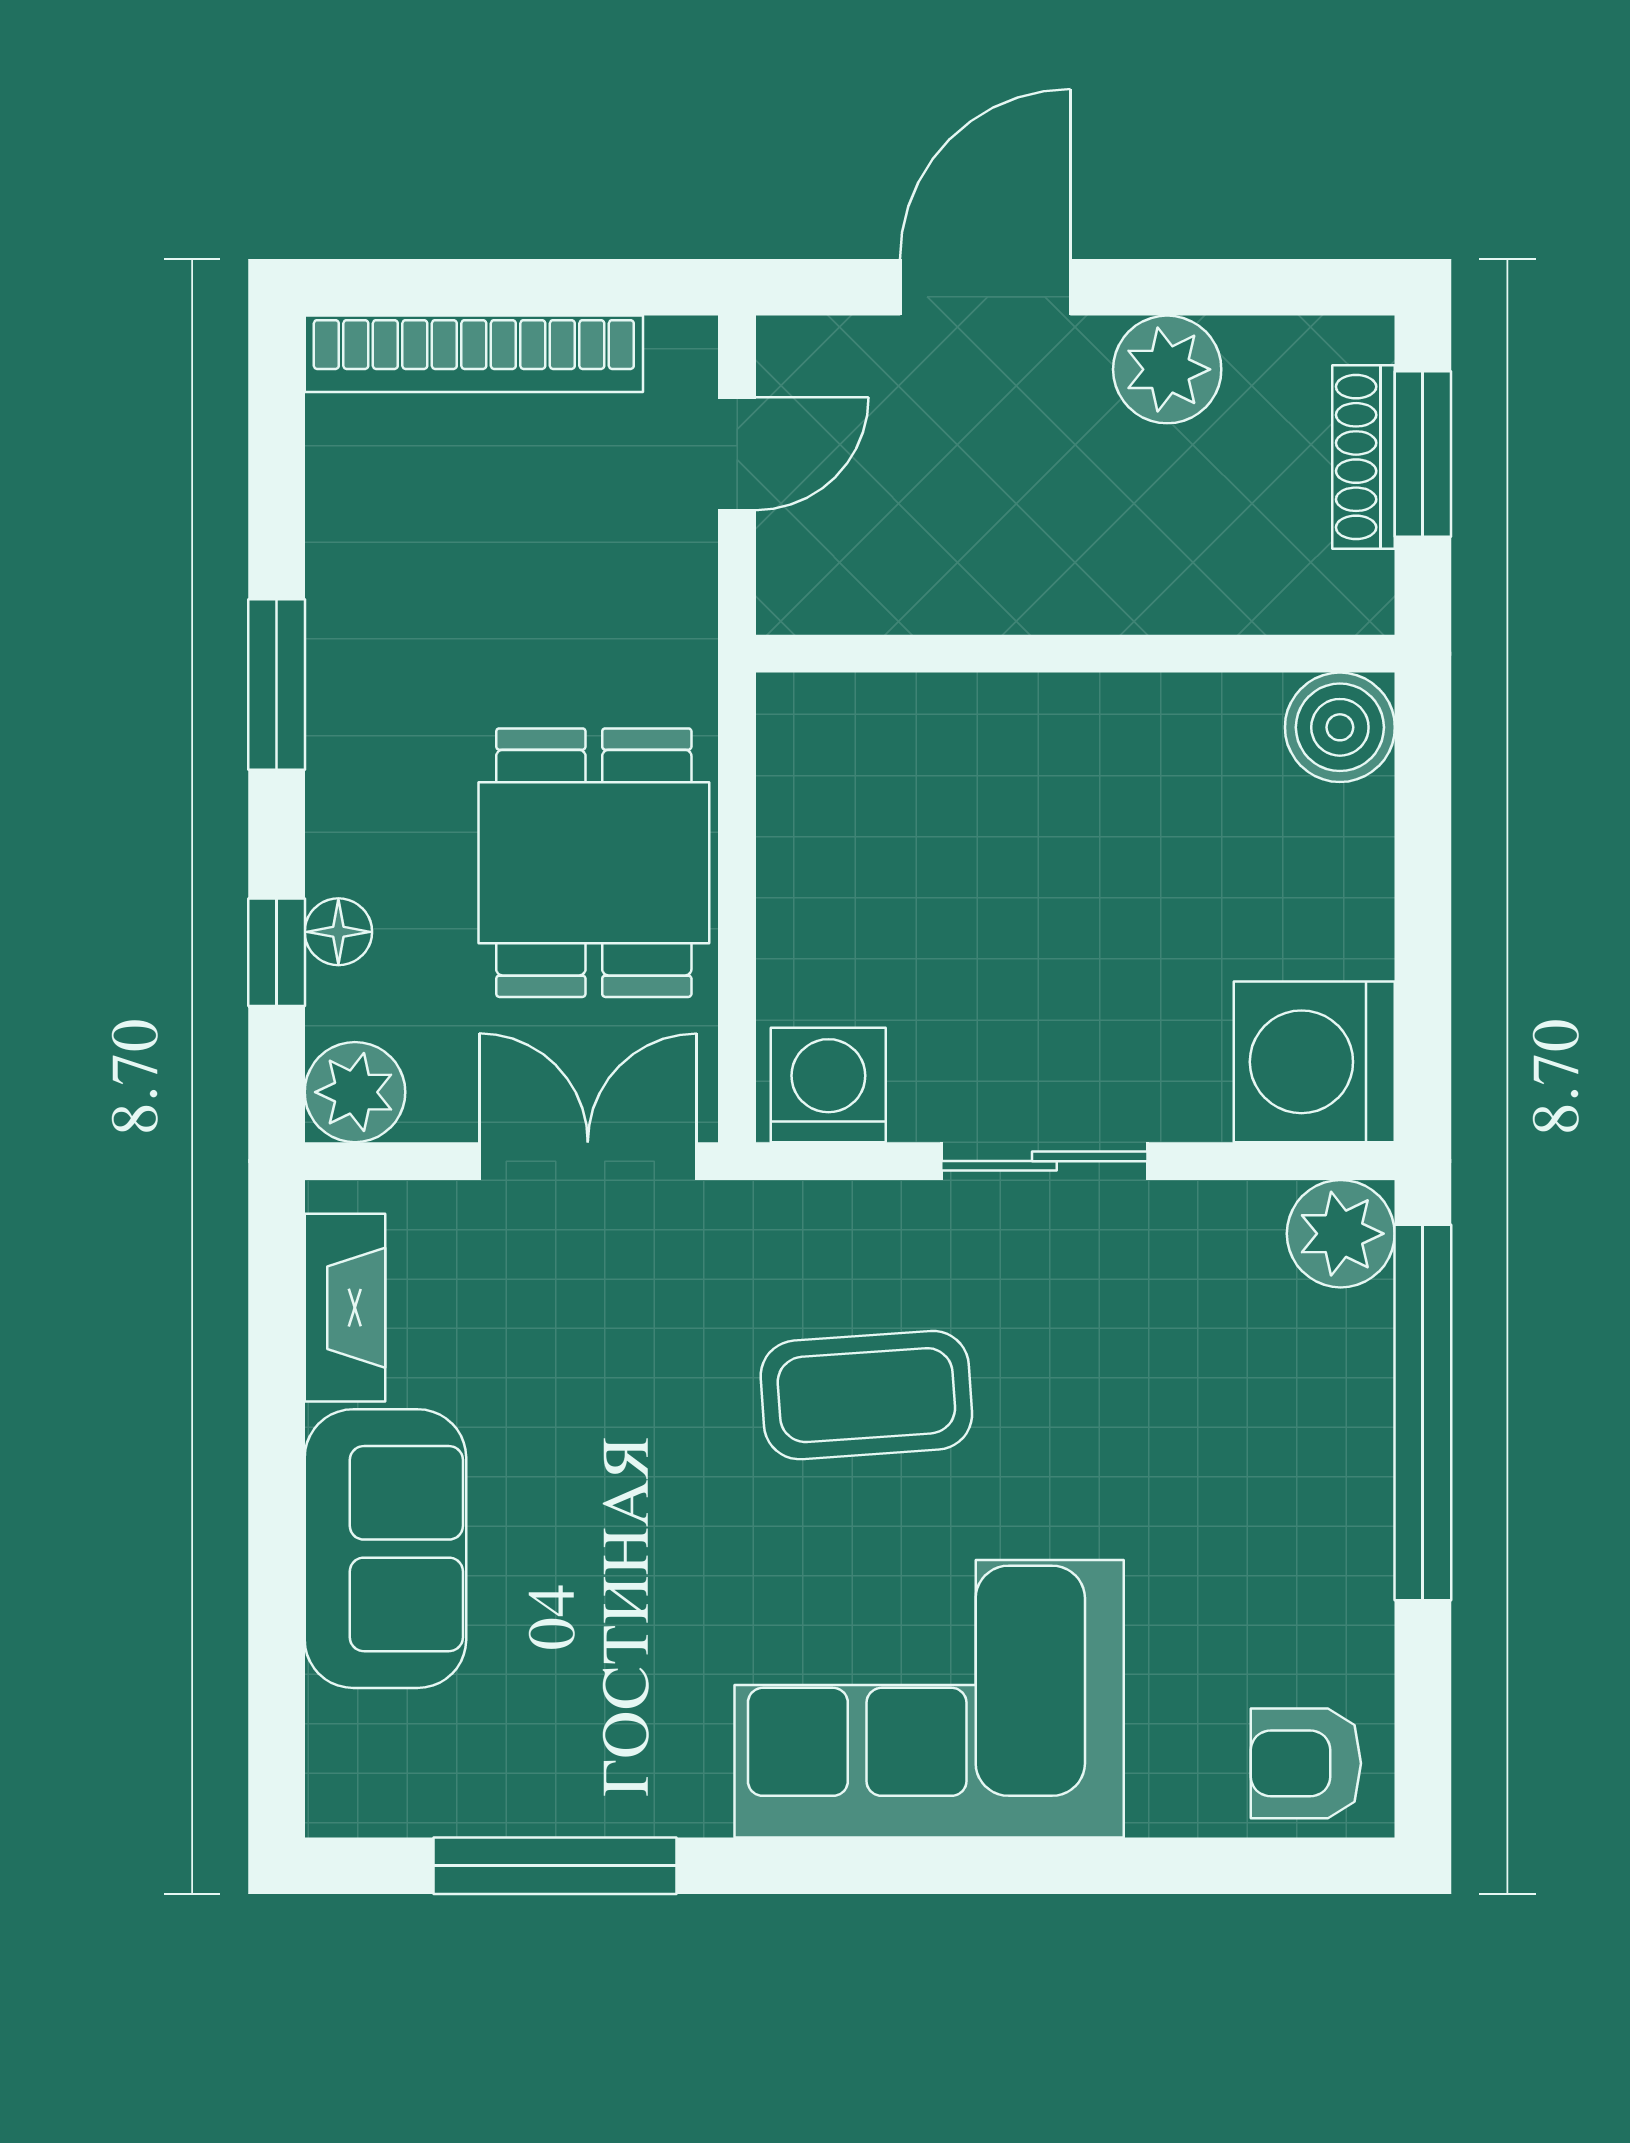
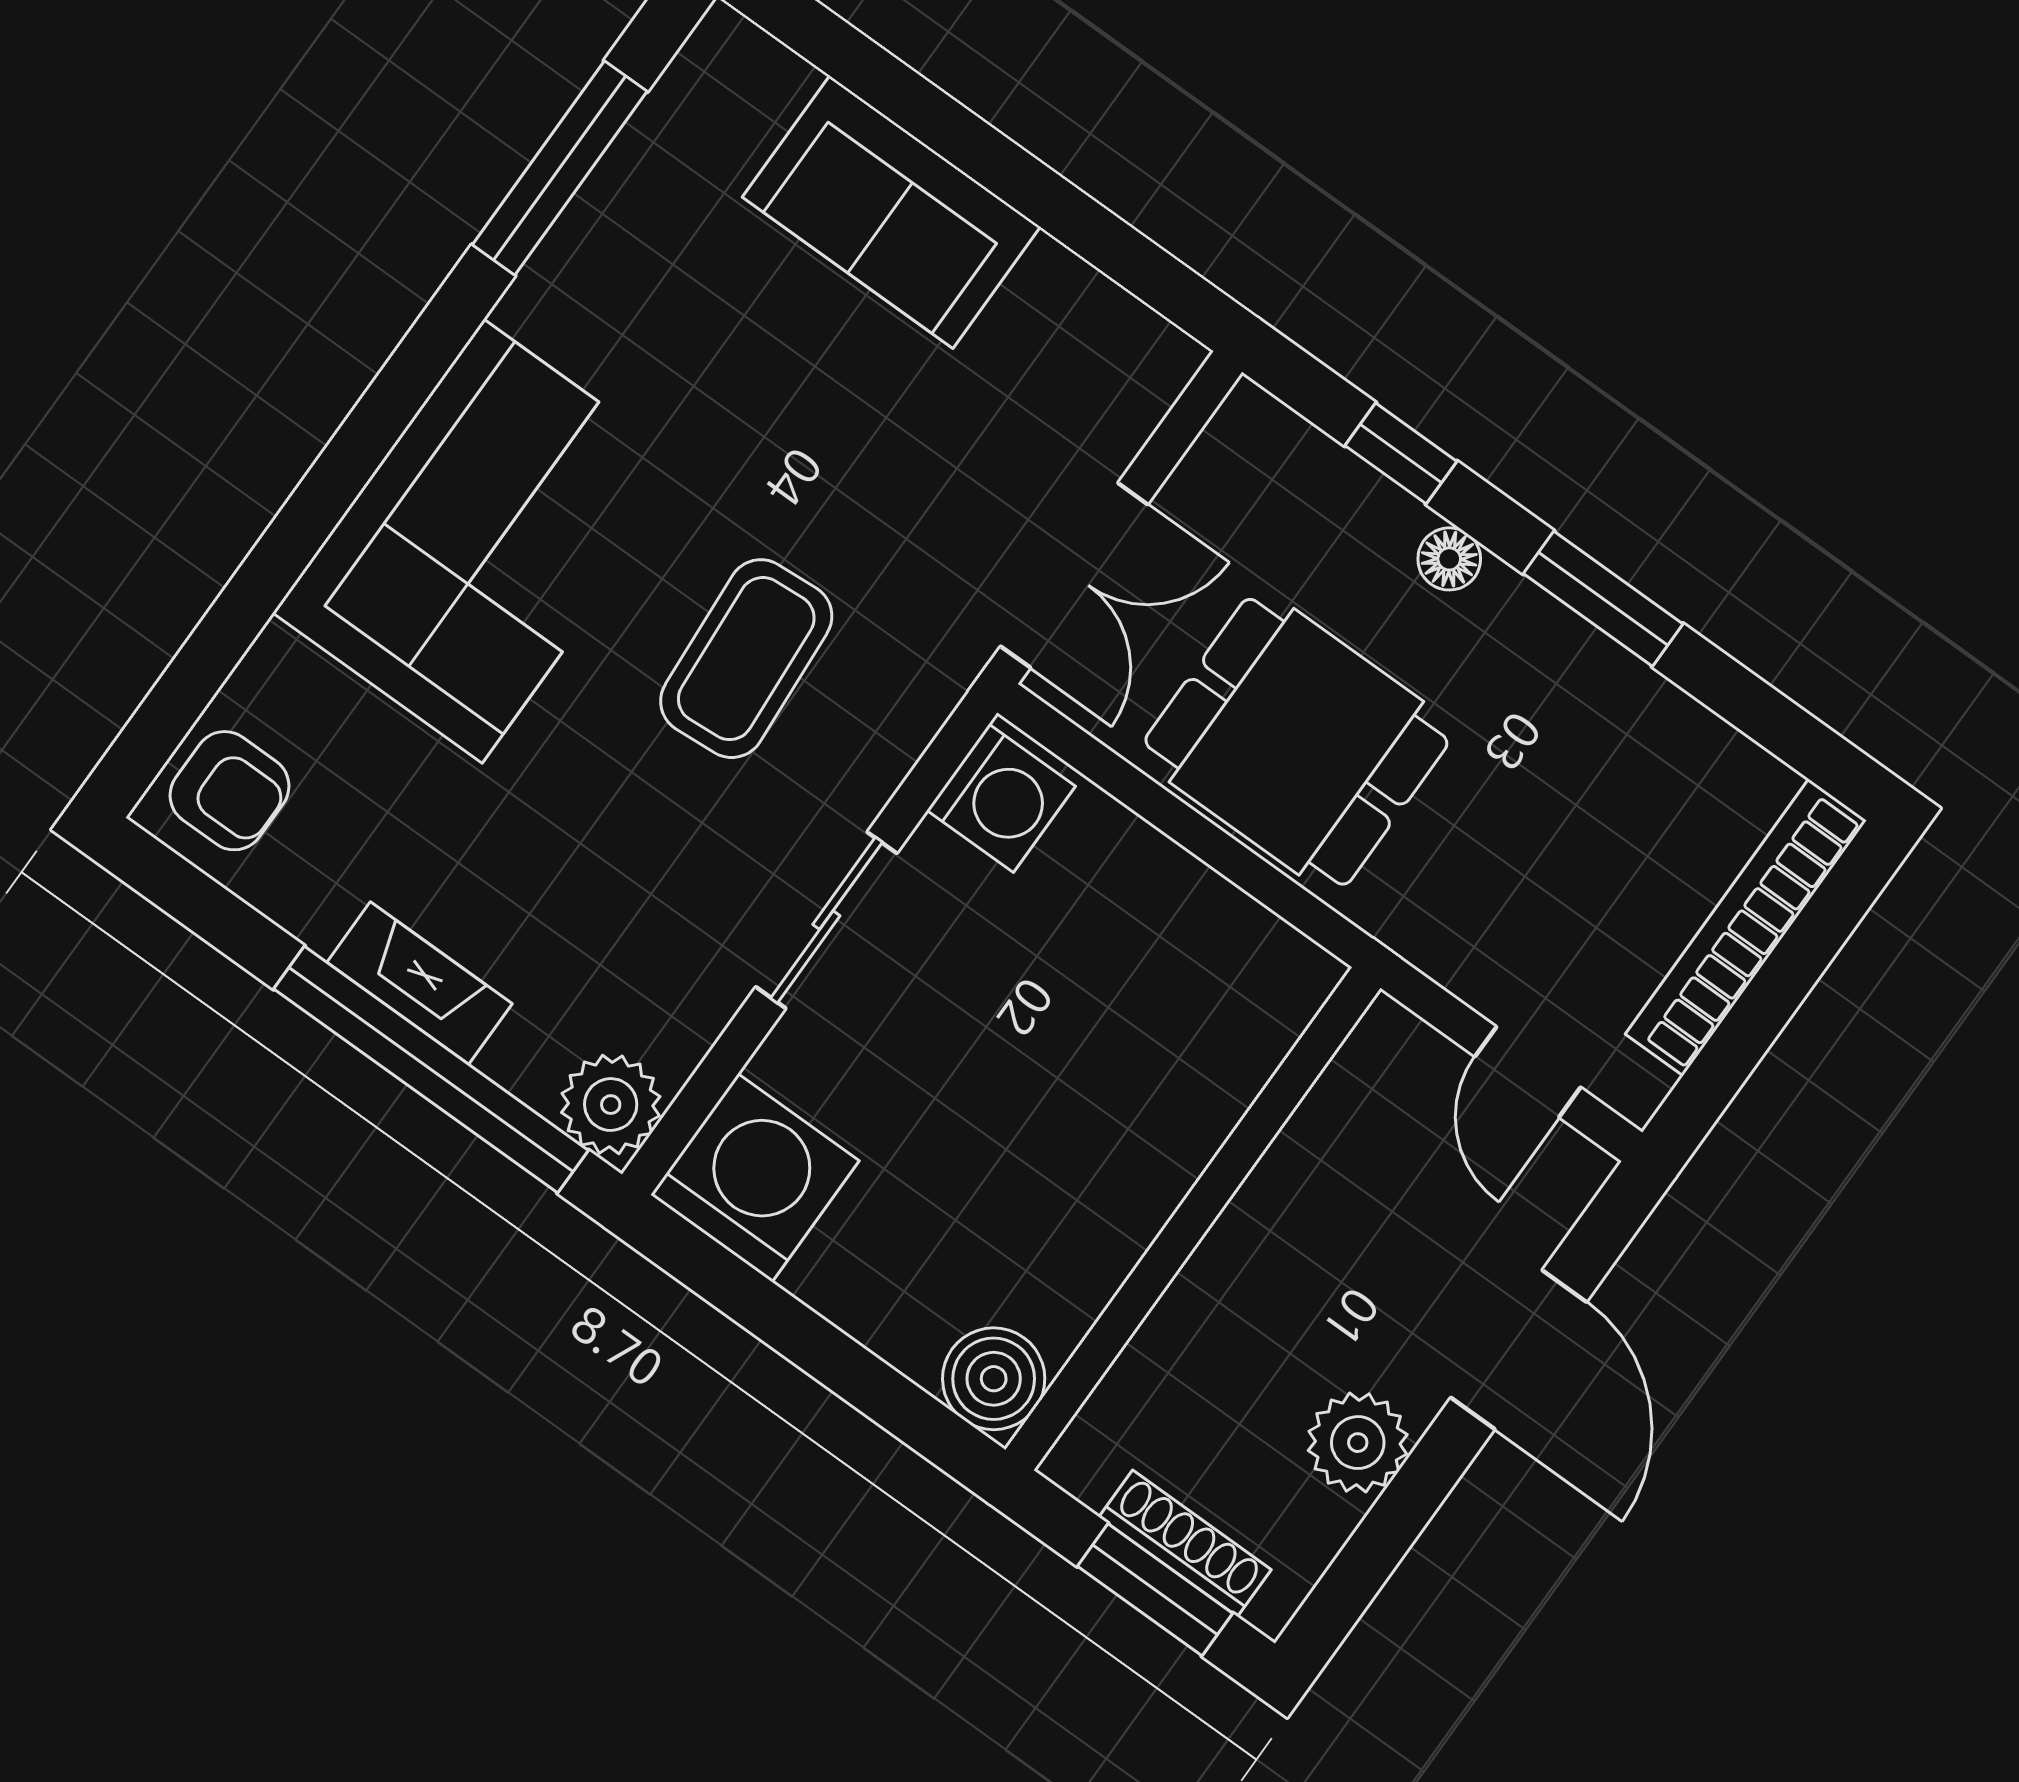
floor lamp: (338, 932) -> (1449, 559), moved
plant: (355, 1092) -> (1253, 437), removed
fireplace: (345, 1308) -> (420, 983), moved, turned 180
armchair: (1306, 1763) -> (230, 791), turned 90

